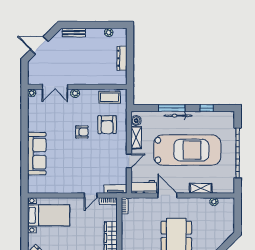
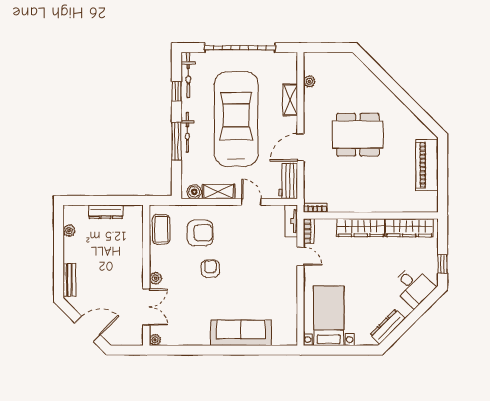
door: (39, 45) -> (88, 329), swing flipped
bicycle: (218, 116) -> (188, 75), added

